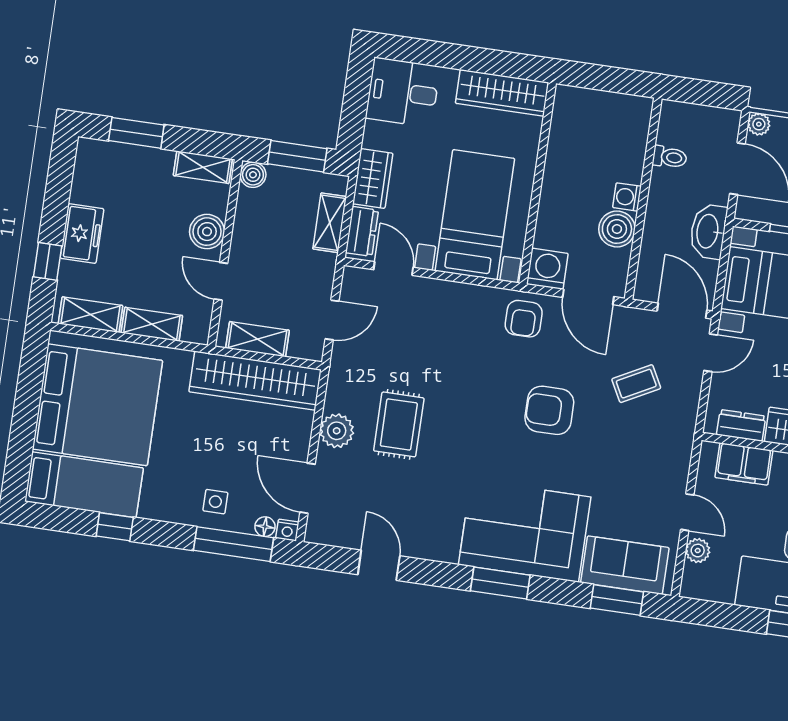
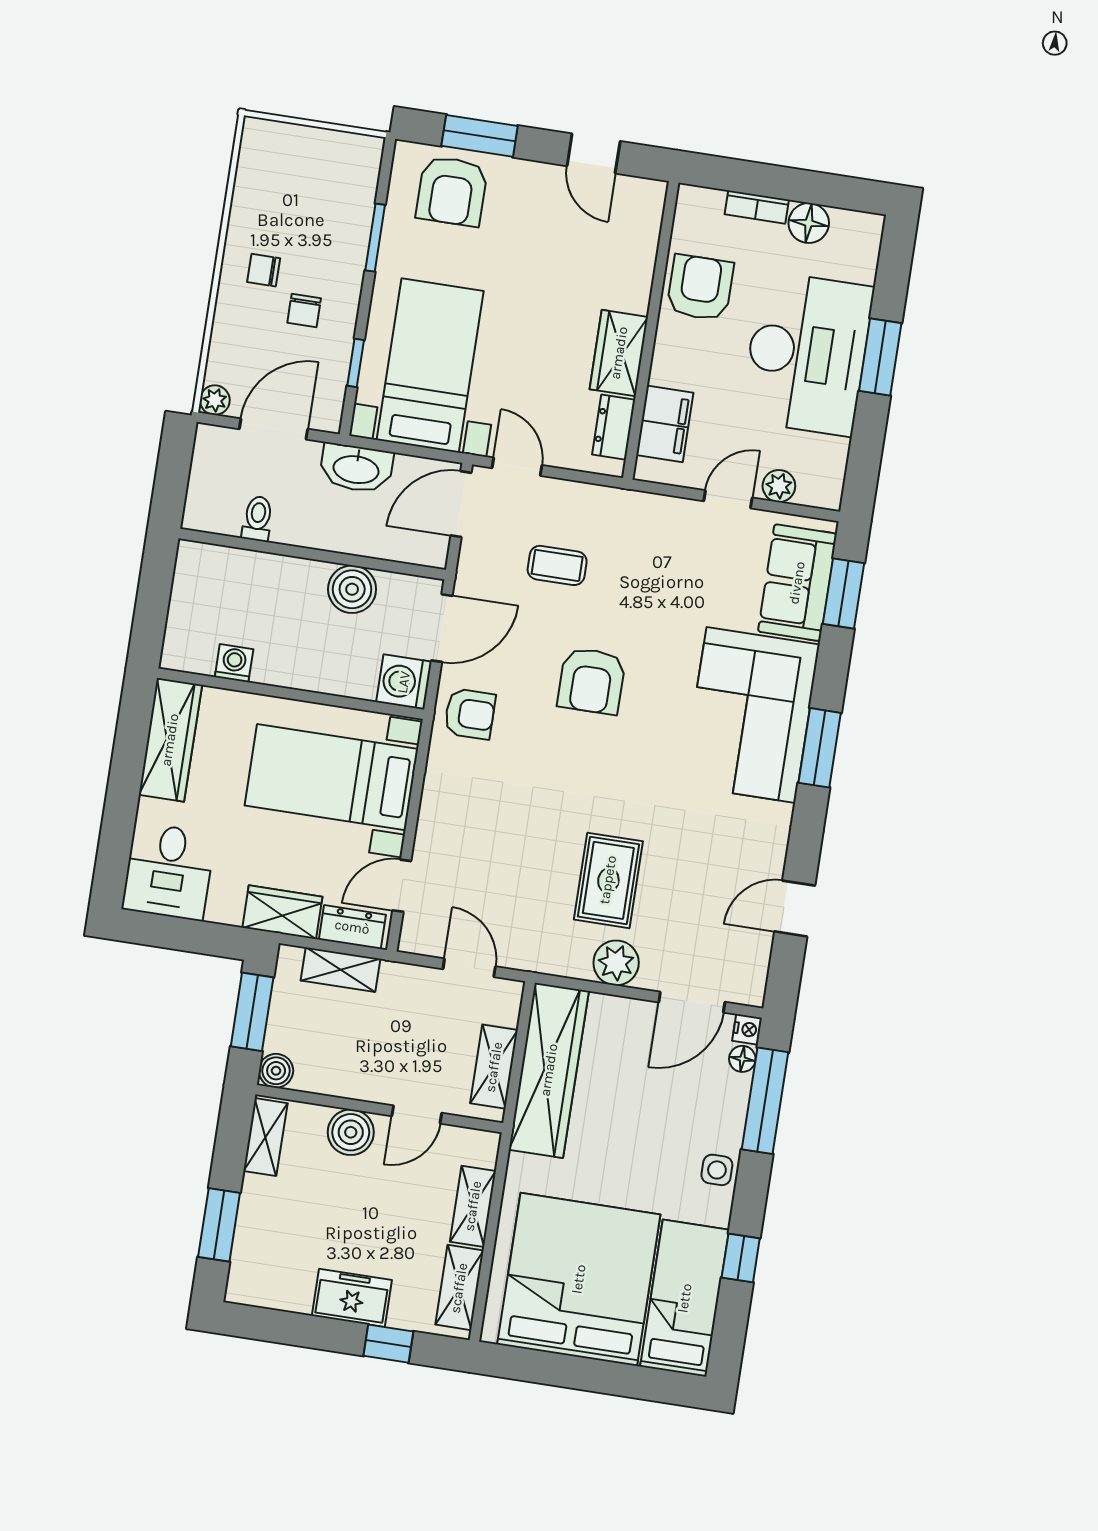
washing machine: (627, 197) -> (234, 663), moved, turned 180
coffee table: (636, 384) -> (557, 565), turned -62
rug: (399, 424) -> (608, 880), turned 90
side table: (215, 502) -> (717, 1170), moved

